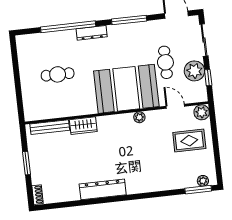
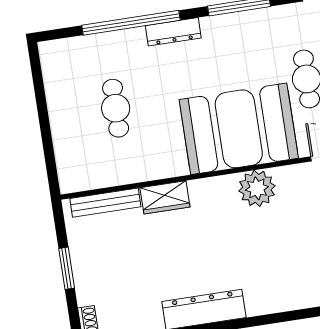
cafe table: (58, 74) -> (116, 108), turned 90
plant: (139, 117) -> (257, 188), width x1.87, depth x1.87

